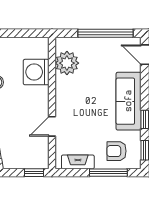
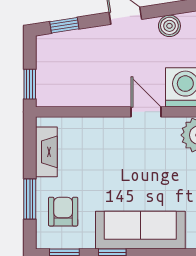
door: (52, 126) -> (146, 112), moved
window: (108, 173) -> (30, 199), width x0.69

